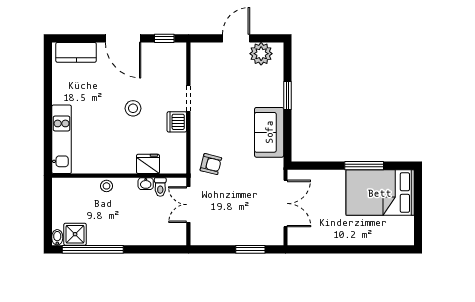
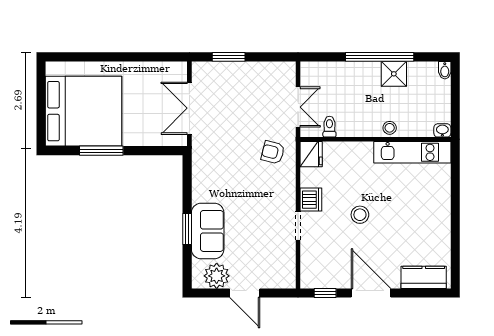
door: (236, 38) -> (245, 293), hinge flipped
sofa: (269, 132) -> (208, 231), moved
kitchen unit: (62, 139) -> (412, 152), moved, turned -90
fridge: (148, 164) -> (311, 154), moved, turned -90
washbasin: (146, 184) -> (442, 130), moved
bed: (380, 193) -> (84, 111), width x1.36
shower: (75, 234) -> (394, 74), moved
window: (93, 249) -> (380, 57), moved

